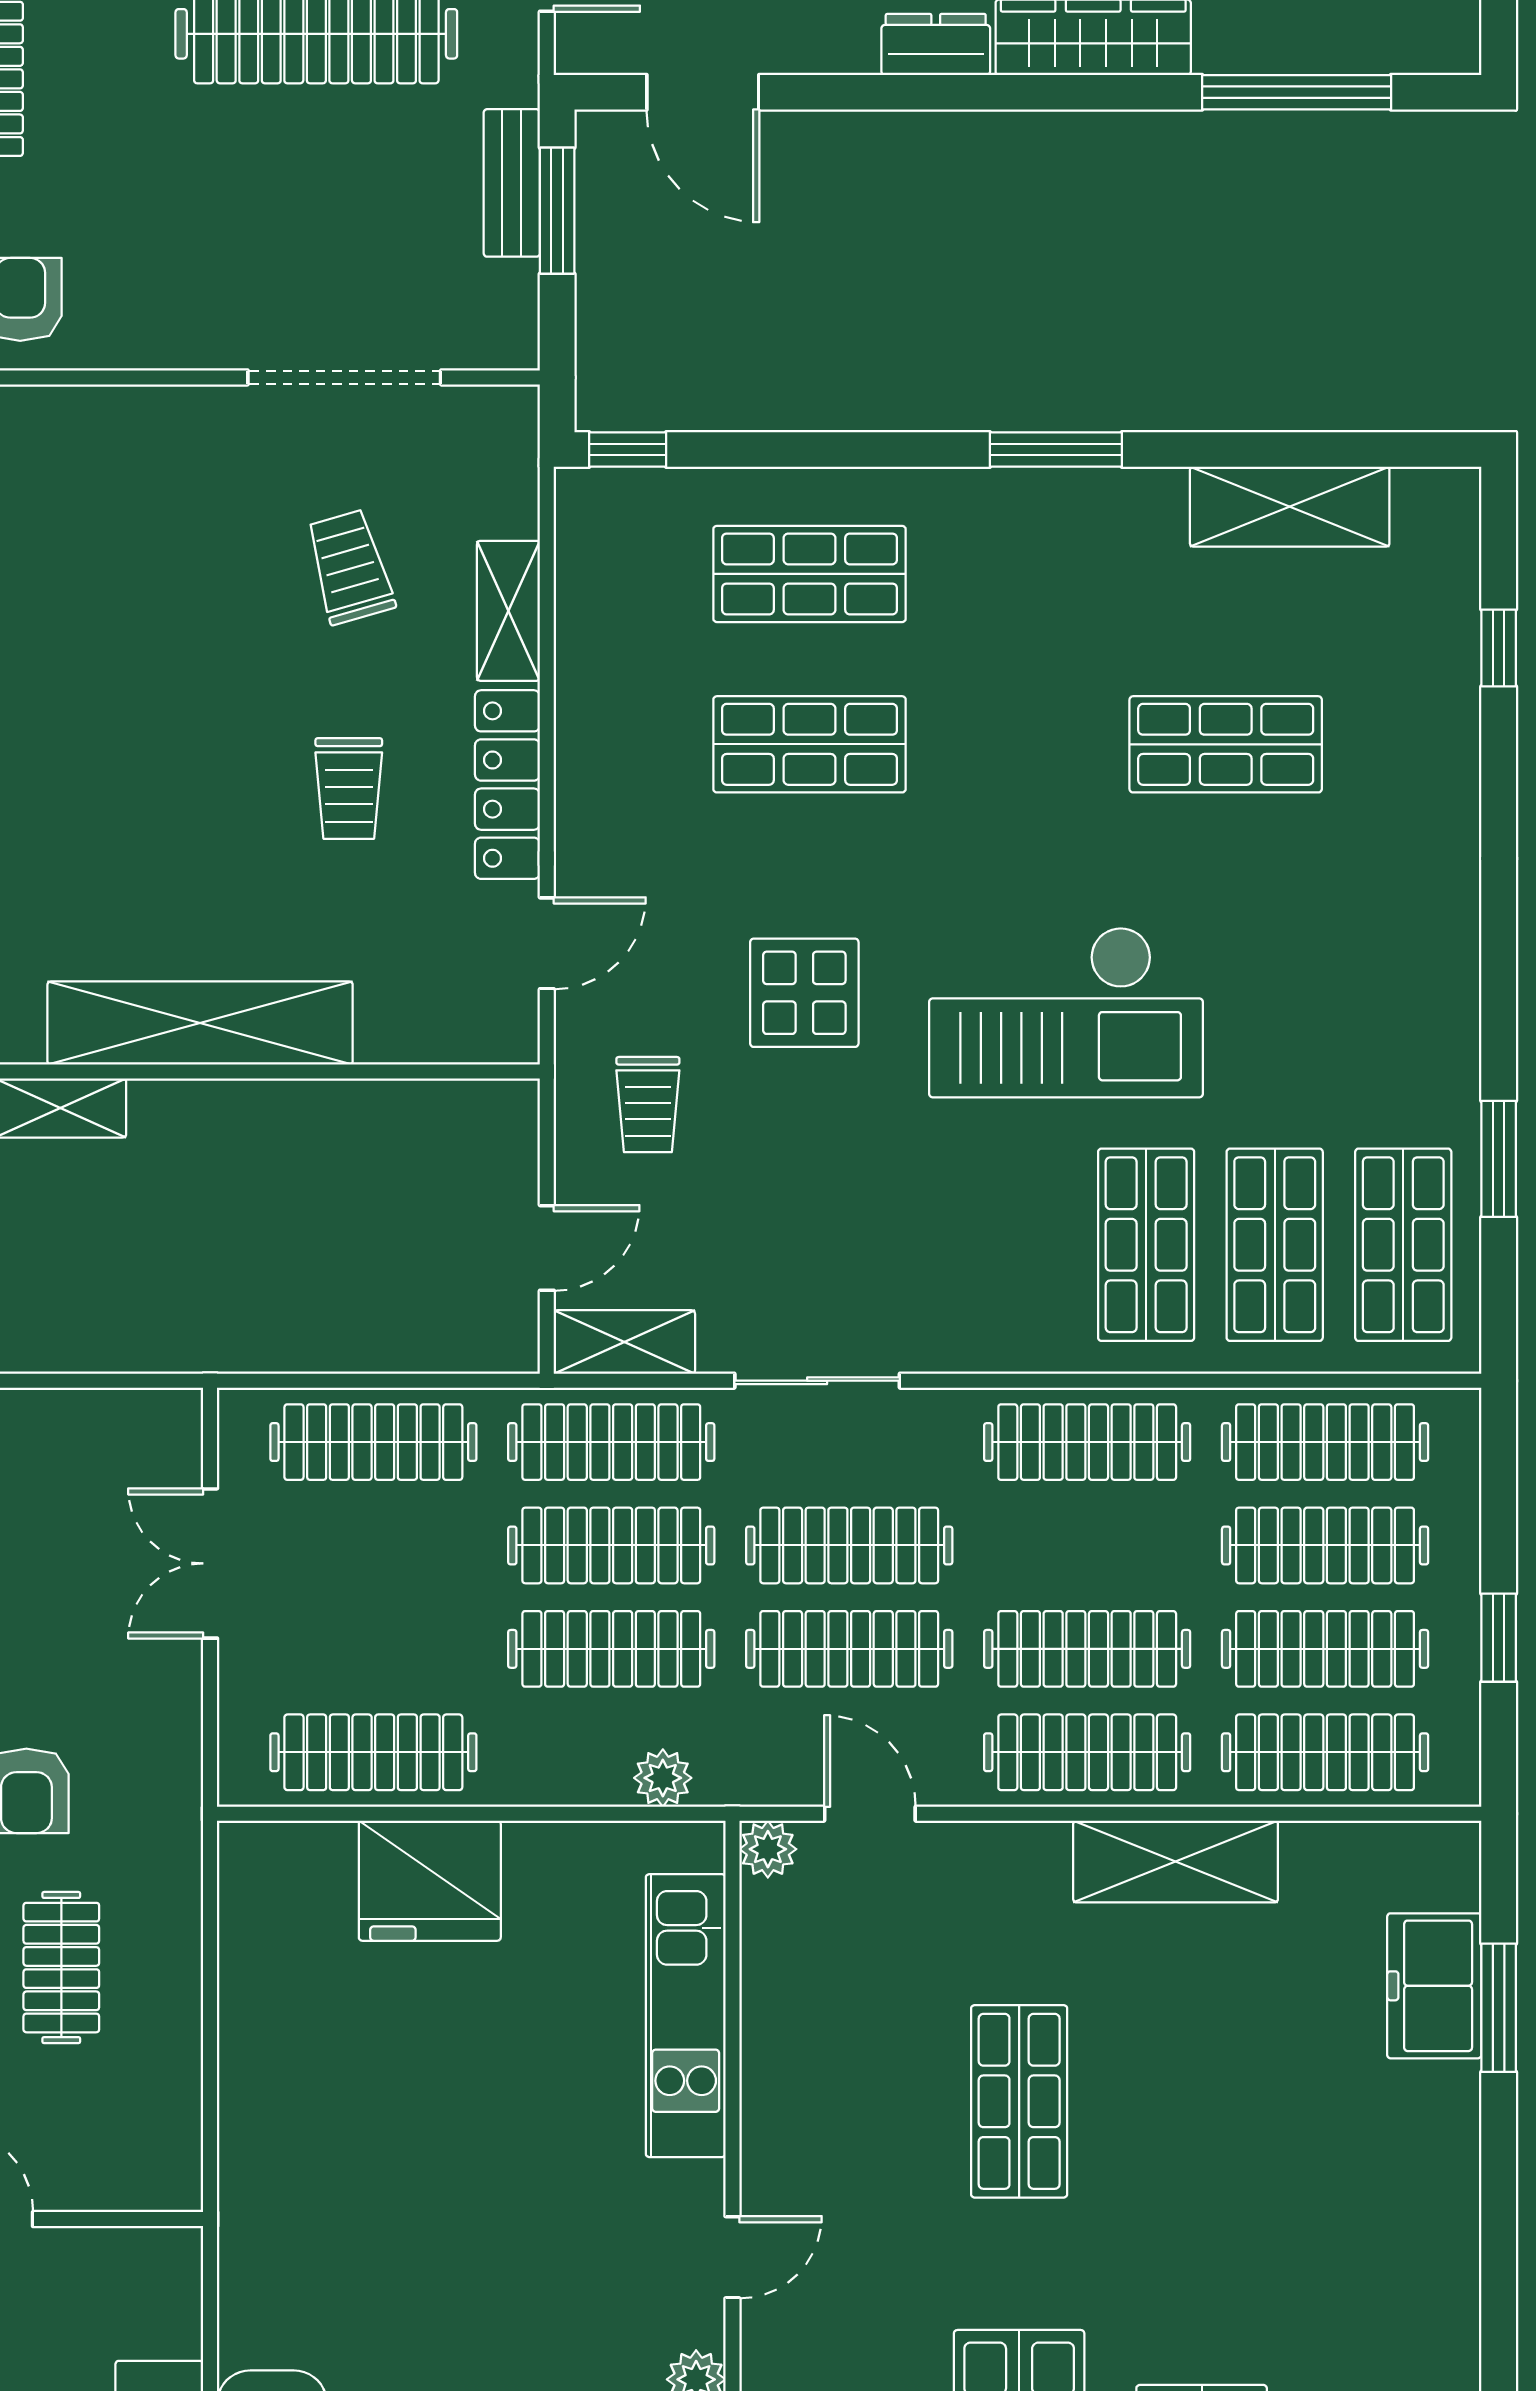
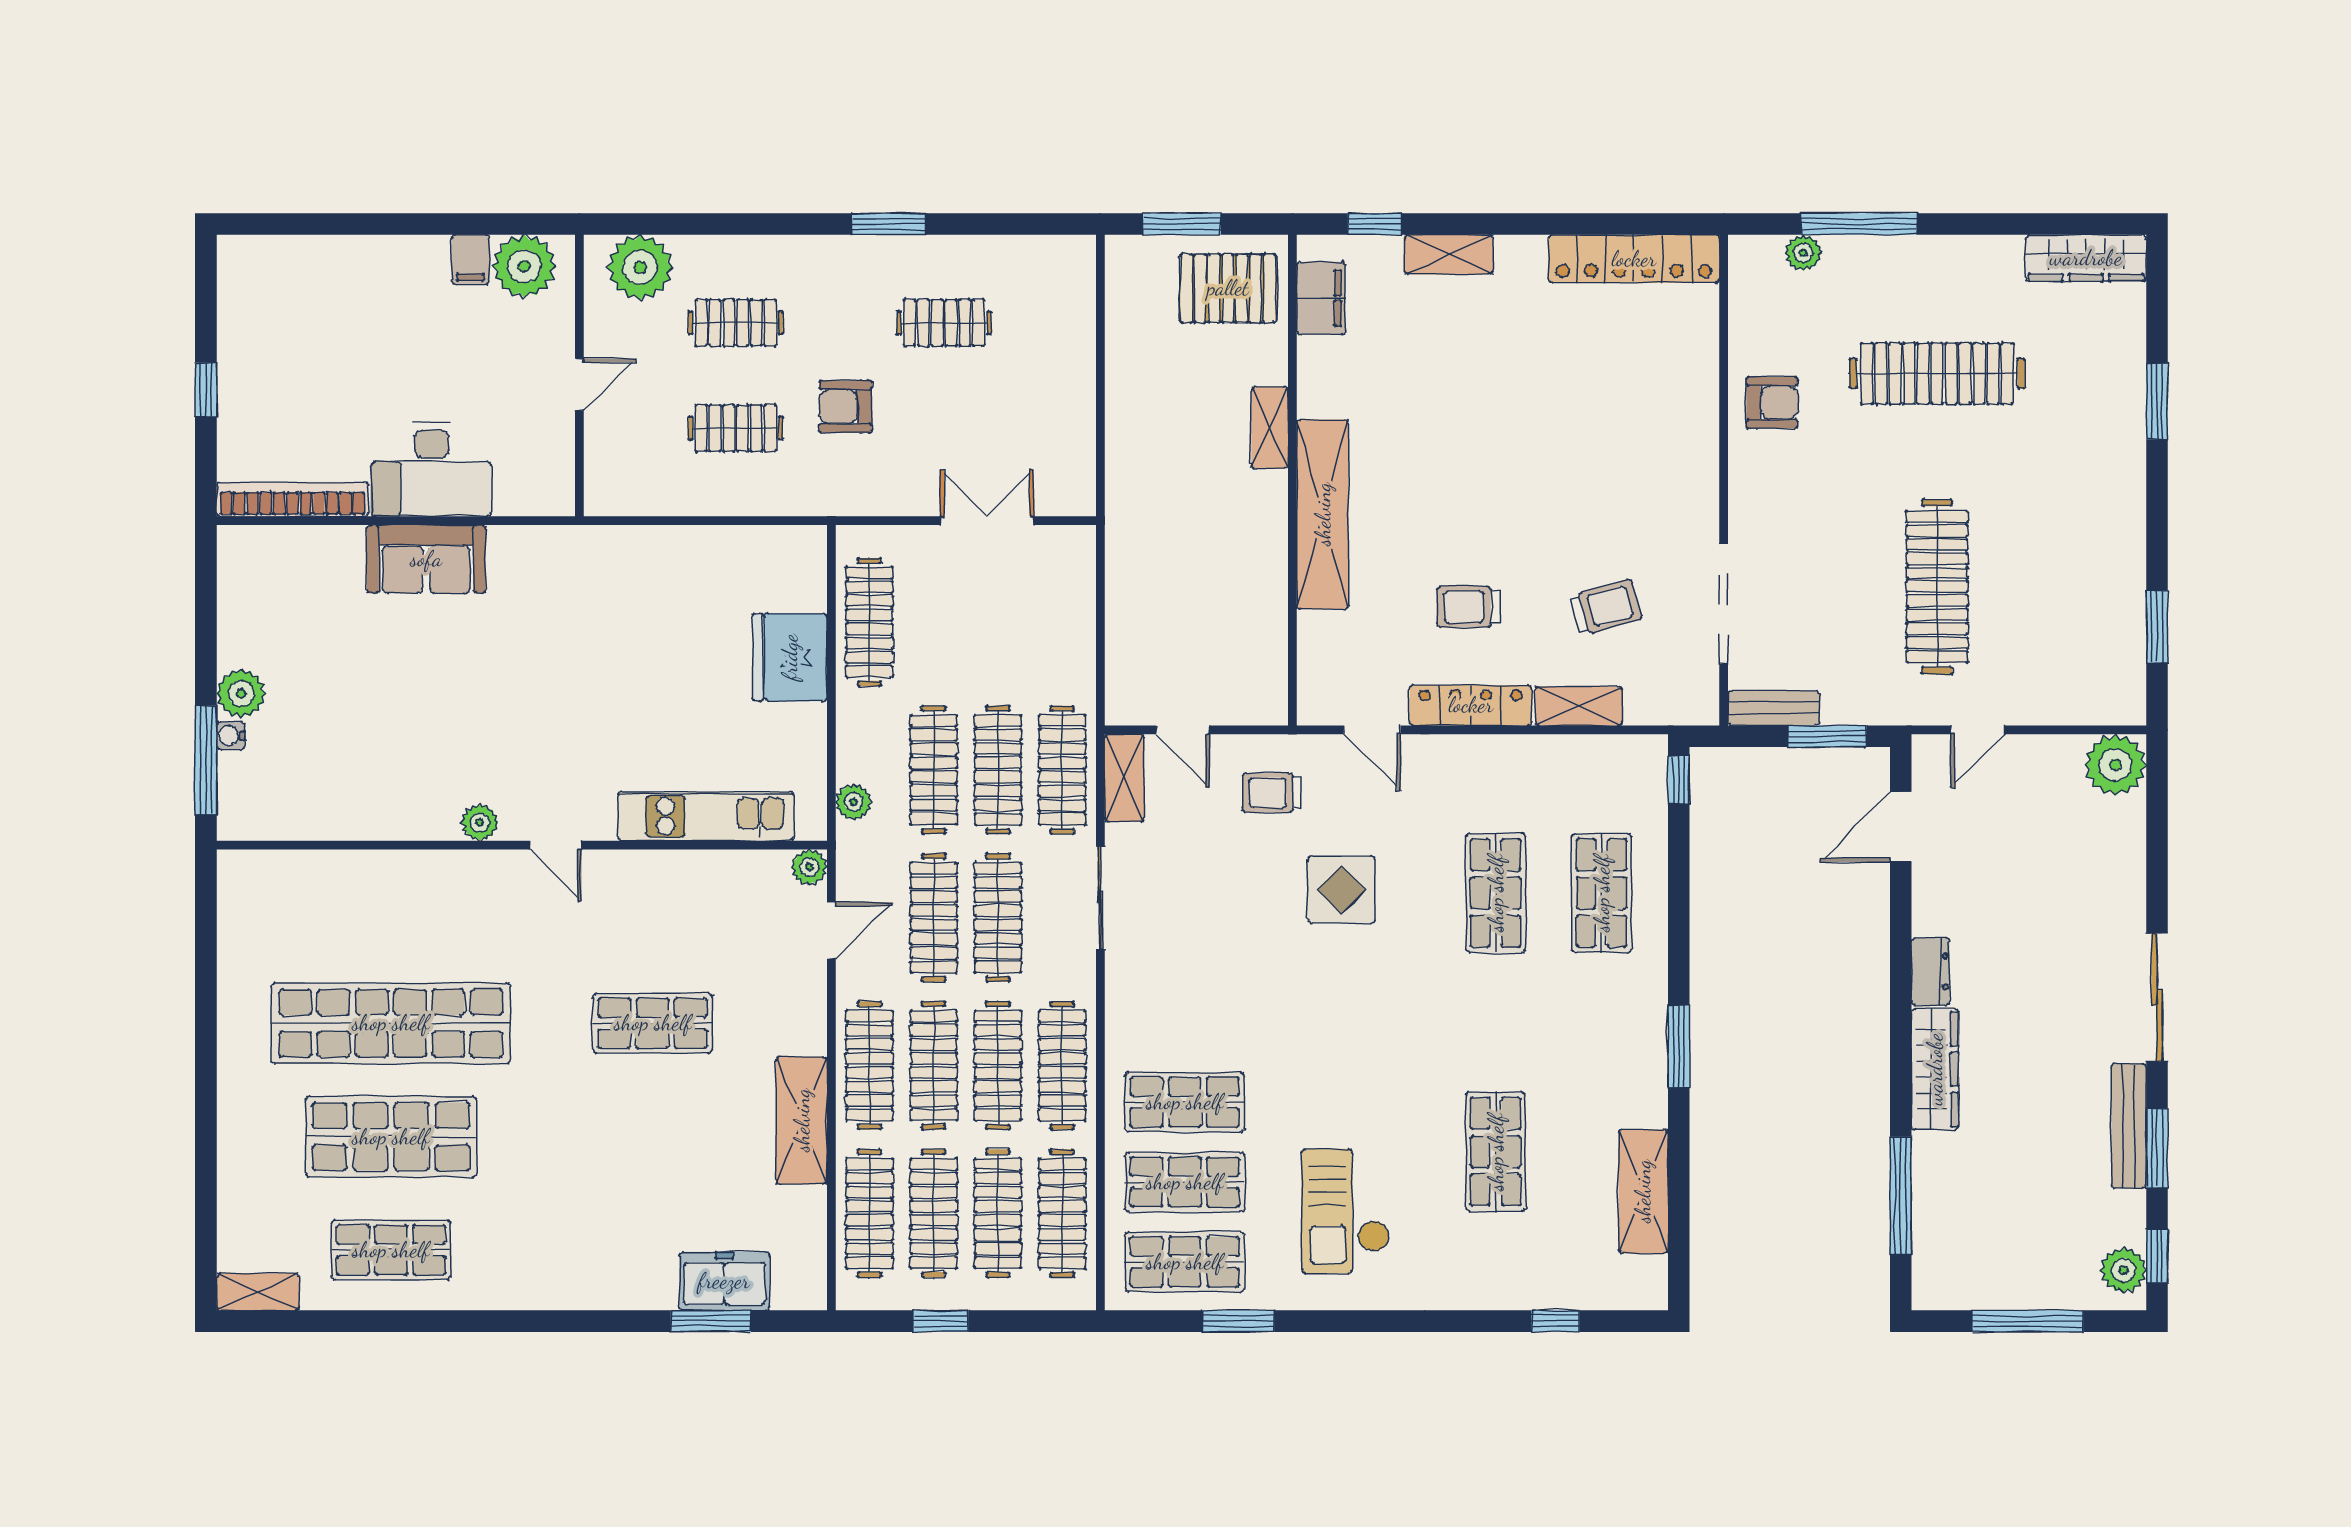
bench: (512, 183) -> (1774, 708), moved
checkout: (1066, 1012) -> (1345, 1211), moved, width x0.73, depth x0.83
clothes rail: (373, 1442) -> (998, 1066), moved

